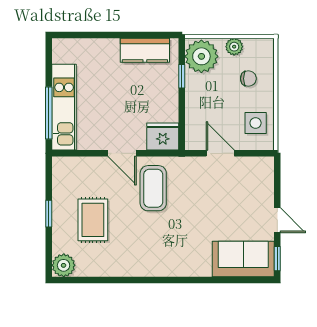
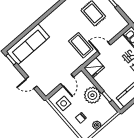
plant: (201, 56) -> (92, 95), moved
door: (220, 153) -> (67, 80), hinge flipped
door: (277, 220) -> (31, 83), moved
sofa: (243, 259) -> (28, 44), width x1.36

